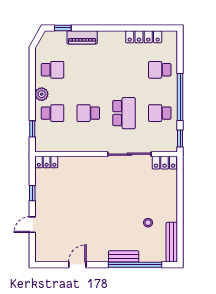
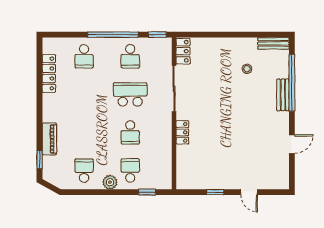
locker: (47, 162) -> (182, 132), moved
bench: (172, 242) -> (273, 43), width x0.73
door: (77, 265) -> (292, 144), swing flipped

